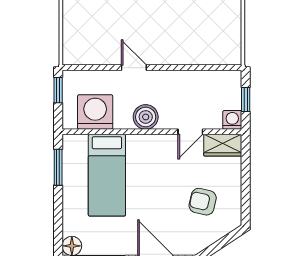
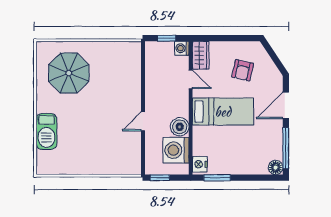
boiler: (146, 117) -> (180, 127), moved
nightstand: (76, 144) -> (200, 164), added
bed: (107, 175) -> (223, 112), moved

